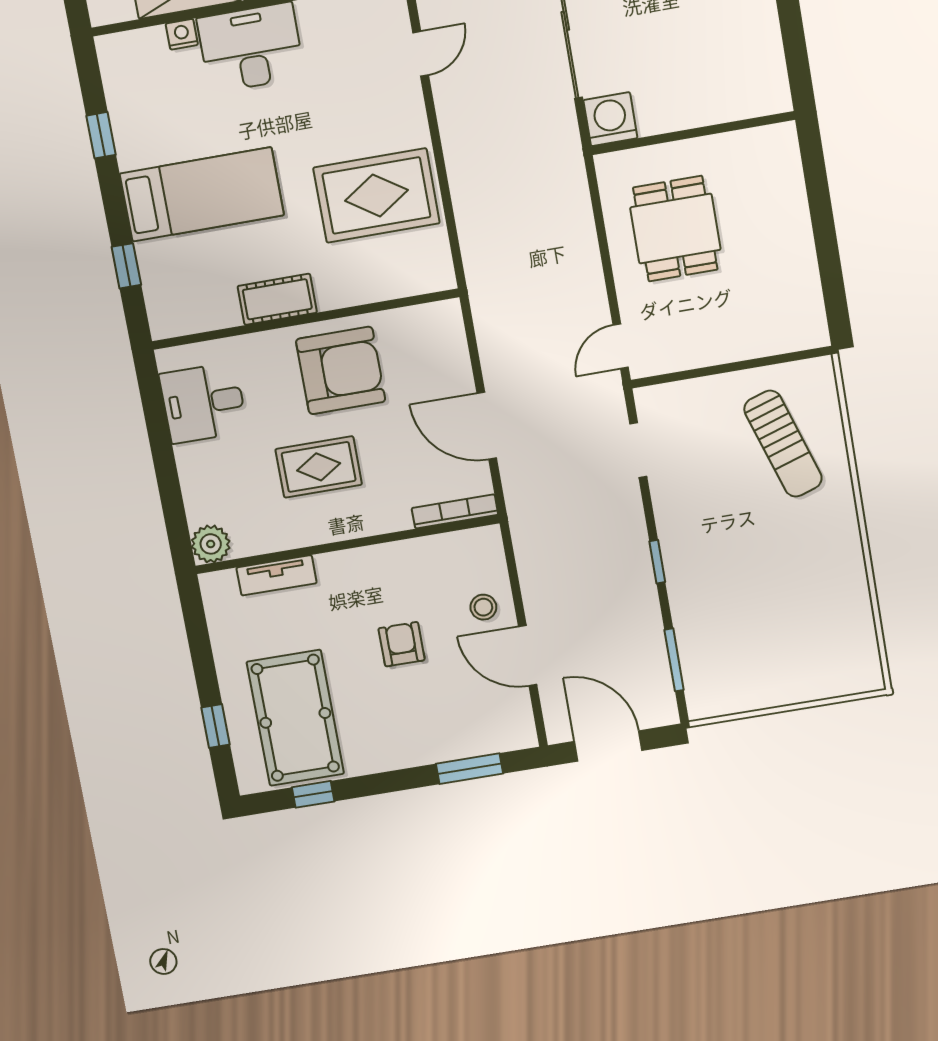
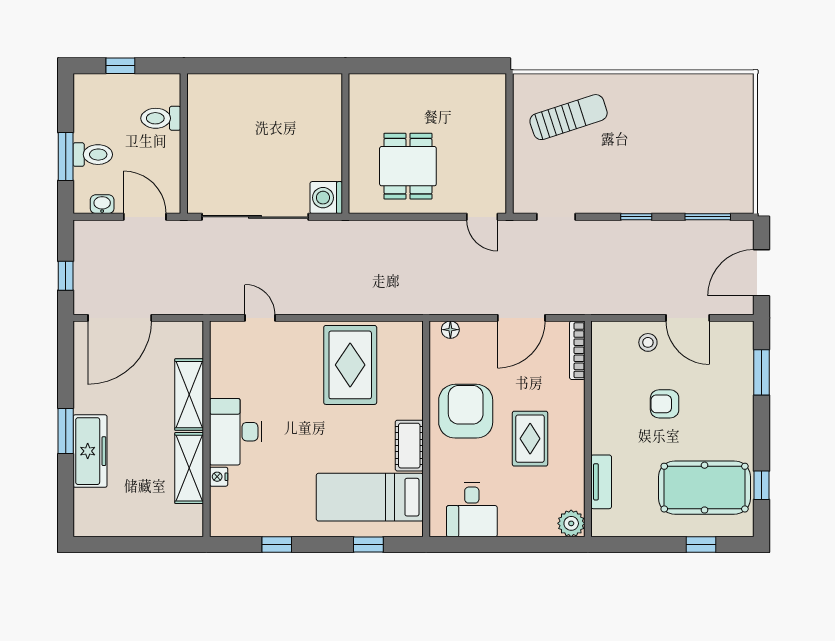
bed: (202, 194) -> (370, 497), moved, turned -90
dining table: (675, 229) -> (408, 166), turned 90
floor lamp: (452, 329) -> (450, 330), added
door: (528, 656) -> (688, 318), hinge flipped

